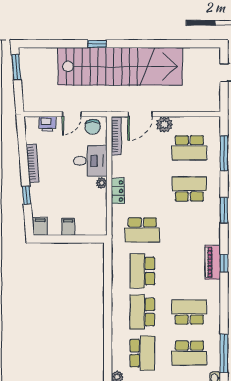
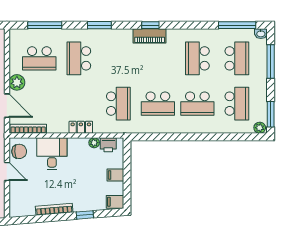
printer: (48, 124) -> (108, 145), moved, turned 90
school desk: (189, 148) -> (39, 58), turned 90
plant: (102, 183) -> (94, 143), moved
school desk: (142, 353) -> (237, 104), turned 90

